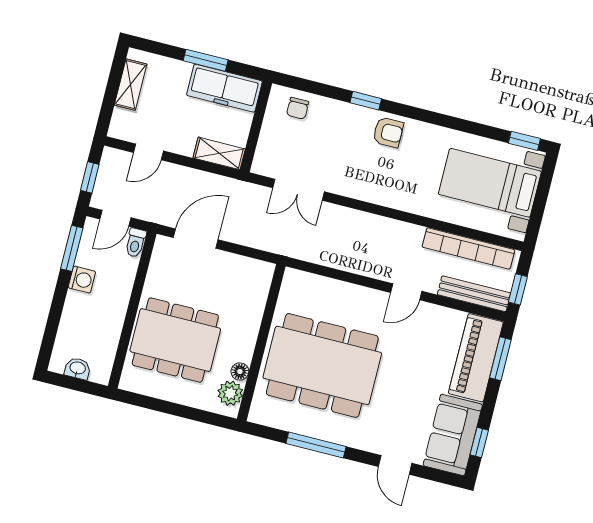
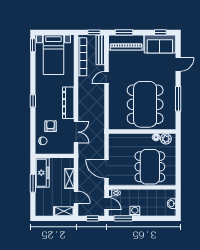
shelving: (131, 85) -> (64, 211), moved
window: (366, 101) -> (33, 101), moved
armchair: (388, 132) -> (51, 126), moved
shelving: (219, 153) -> (69, 179), moved
dresser: (371, 189) -> (68, 103), added
door: (406, 292) -> (106, 78), swing flipped

